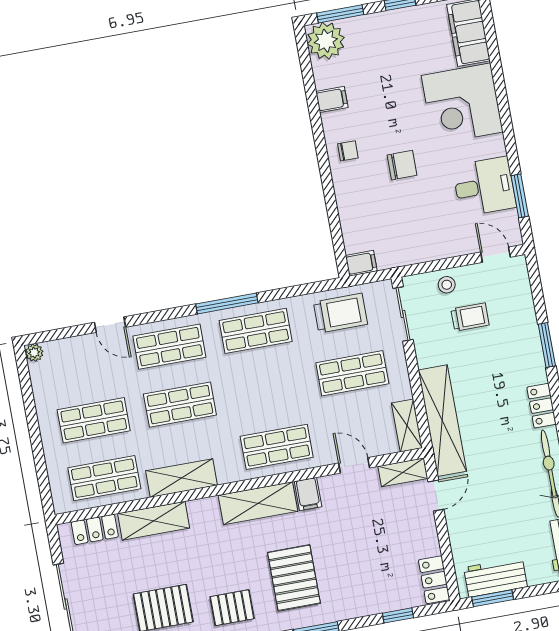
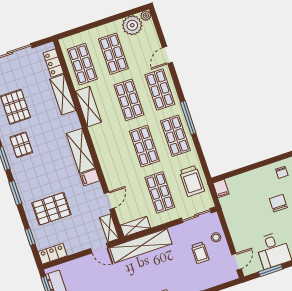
chair: (402, 165) -> (278, 203), turned 180
plant: (48, 379) -> (132, 25), added
shop shelf: (277, 447) -> (144, 146), moved
pallet: (294, 578) -> (51, 209), moved

